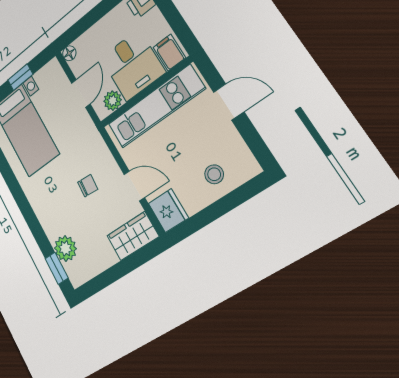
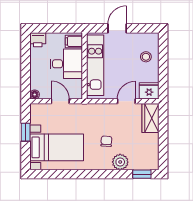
plant: (113, 101) -> (76, 86), removed
chair: (88, 186) -> (106, 141), moved
plant: (65, 248) -> (120, 162), moved

